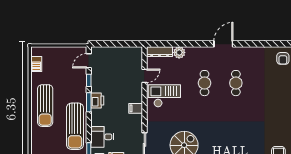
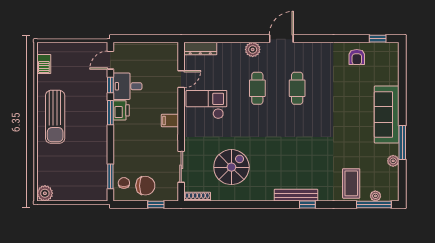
plant: (179, 52) -> (253, 49), moved
sun lounger: (75, 126) -> (93, 143), removed
desk: (102, 137) -> (127, 86), moved

